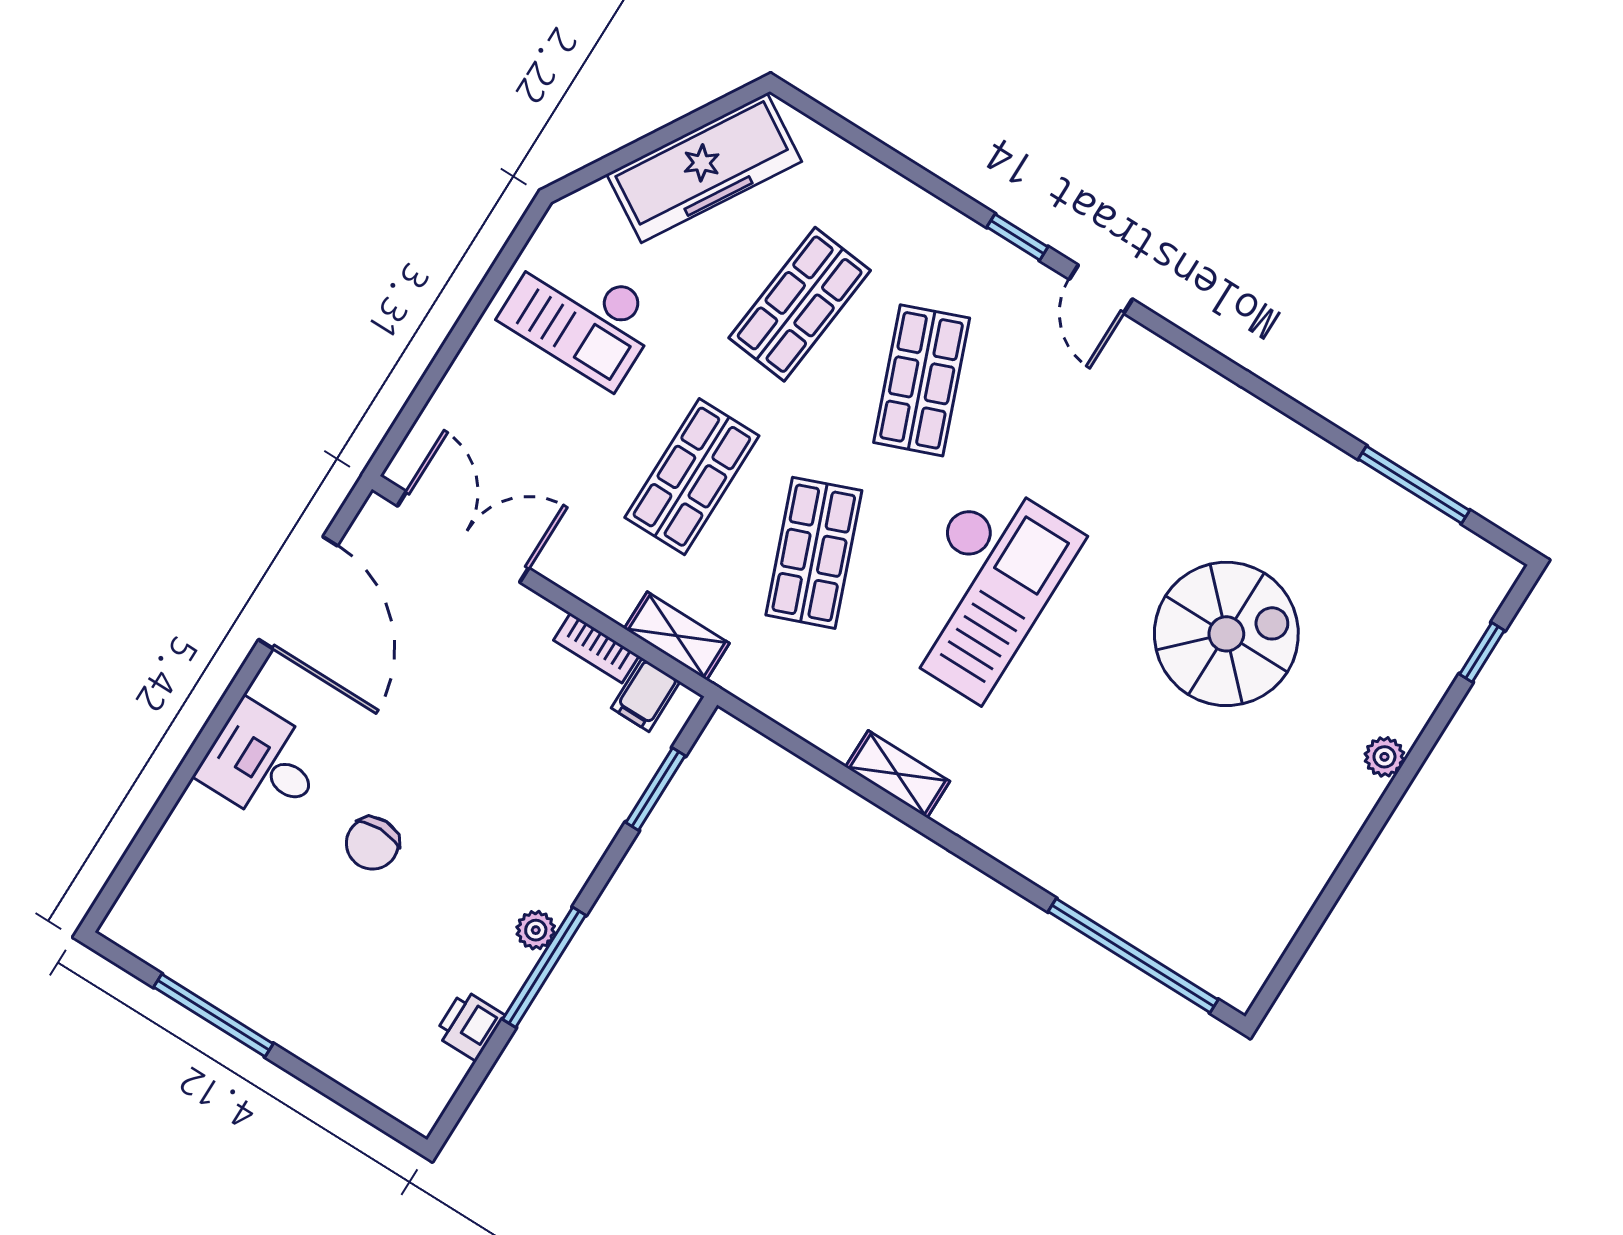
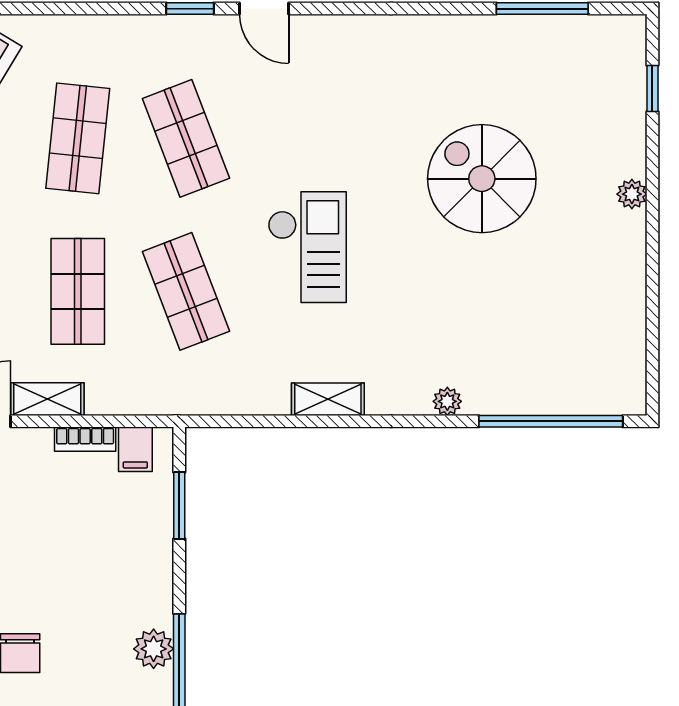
checkout: (982, 588) -> (307, 247), width x0.73, depth x0.83
spiral stairs: (1226, 634) -> (482, 179), turned -90
shelving: (677, 636) -> (47, 399), moved
plant: (1031, 860) -> (447, 401), added
plant: (536, 930) -> (154, 649), width x1.38, depth x1.38

